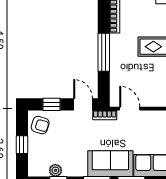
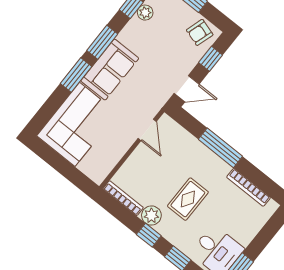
door: (130, 109) -> (147, 130), hinge flipped
bookcase: (105, 115) -> (160, 101), removed

